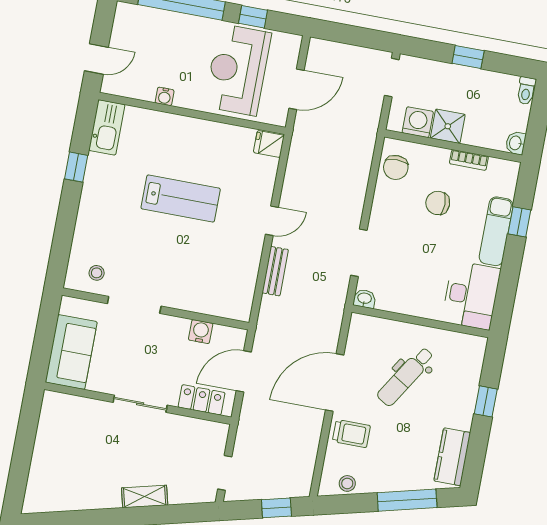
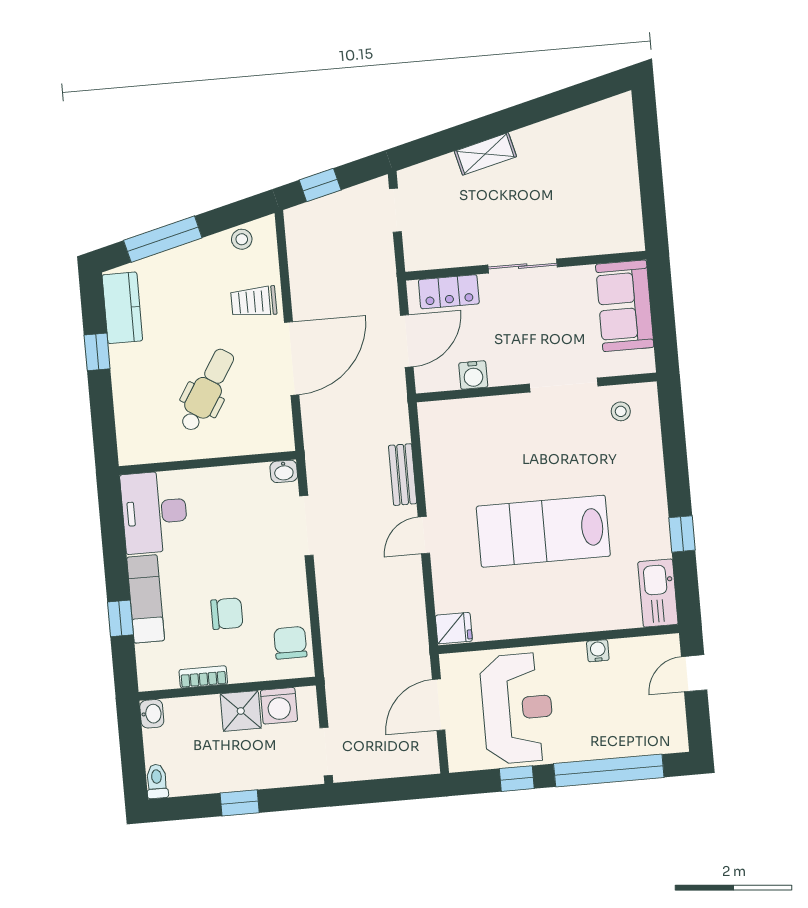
lab bench: (181, 198) -> (543, 531), width x1.36, depth x1.39
window: (486, 401) -> (97, 352), moved

